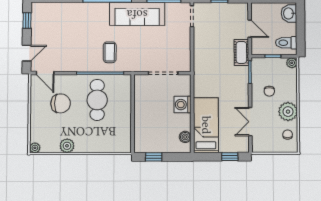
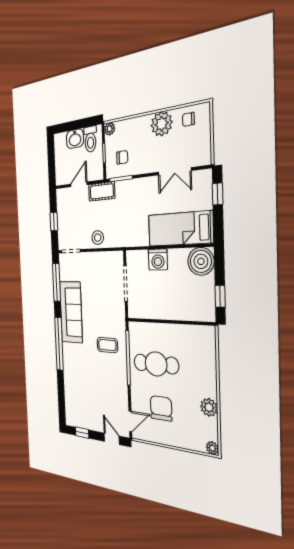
washbasin: (289, 13) -> (75, 139), moved
stool: (203, 46) -> (98, 238), added
chair: (269, 91) -> (122, 157), moved
boiler: (185, 137) -> (201, 261), width x1.86, depth x1.86

